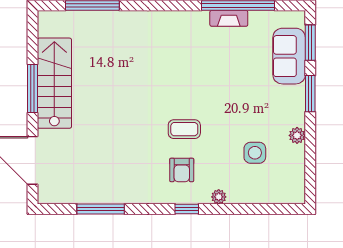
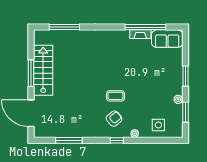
window: (310, 43) -> (186, 112), moved
sofa: (289, 56) -> (167, 39), moved, turned -90
side table: (255, 153) -> (158, 125), moved
armchair: (182, 170) -> (114, 119), turned -129

